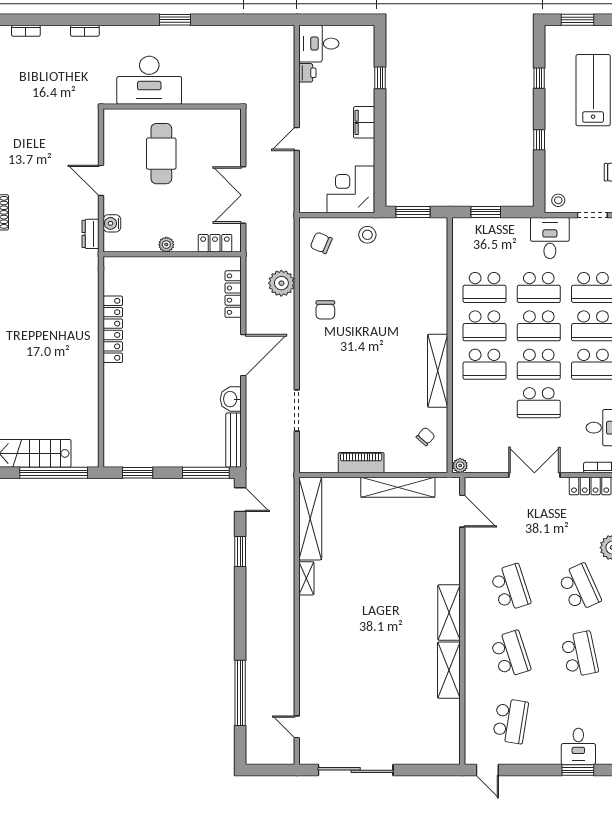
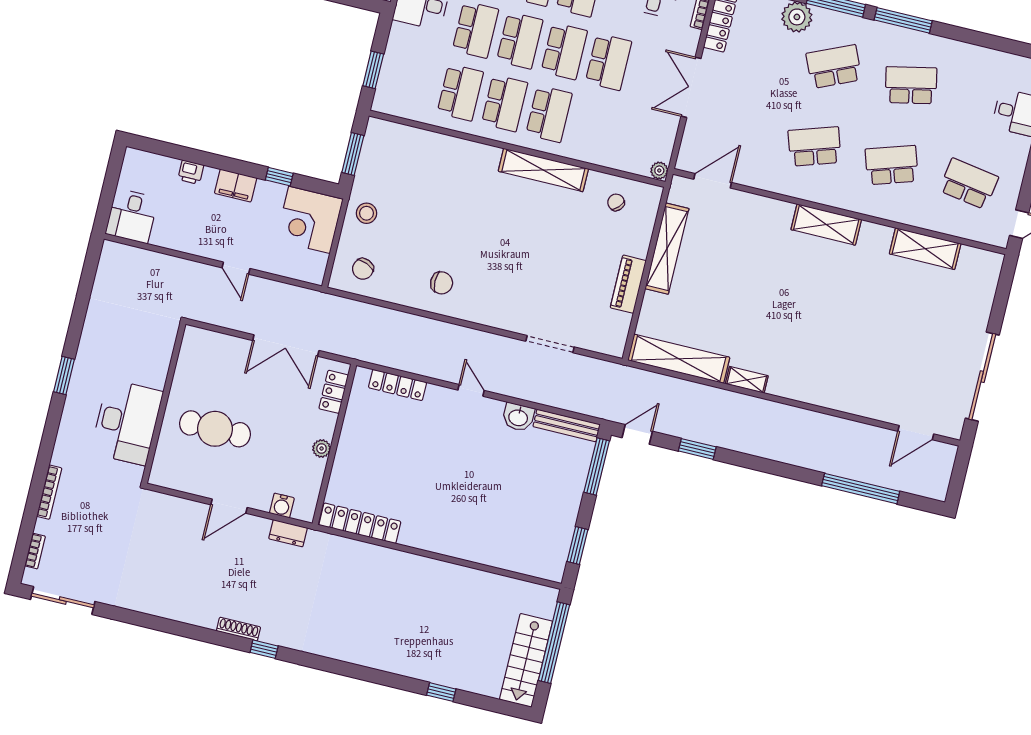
bookcase: (85, 31) -> (49, 492), width x1.56
printer: (307, 73) -> (191, 172), moved, turned 180
window: (380, 78) -> (279, 177), moved
plant: (281, 283) -> (398, 326), removed
locker: (113, 329) -> (360, 523), moved
door: (243, 355) -> (471, 390), width x0.53
shelving: (449, 670) -> (925, 249), moved
door: (297, 727) -> (916, 433), width x1.38

